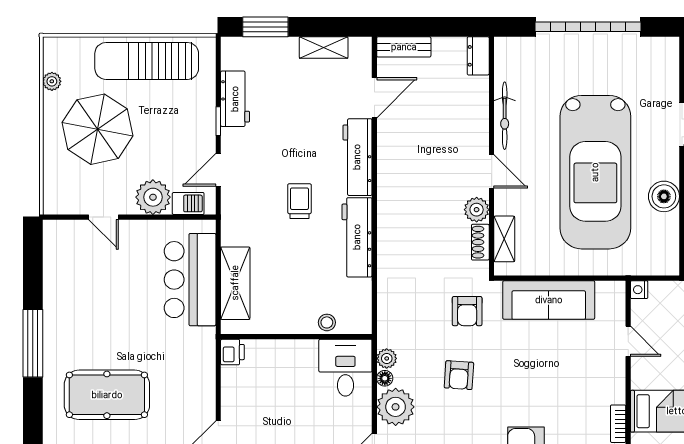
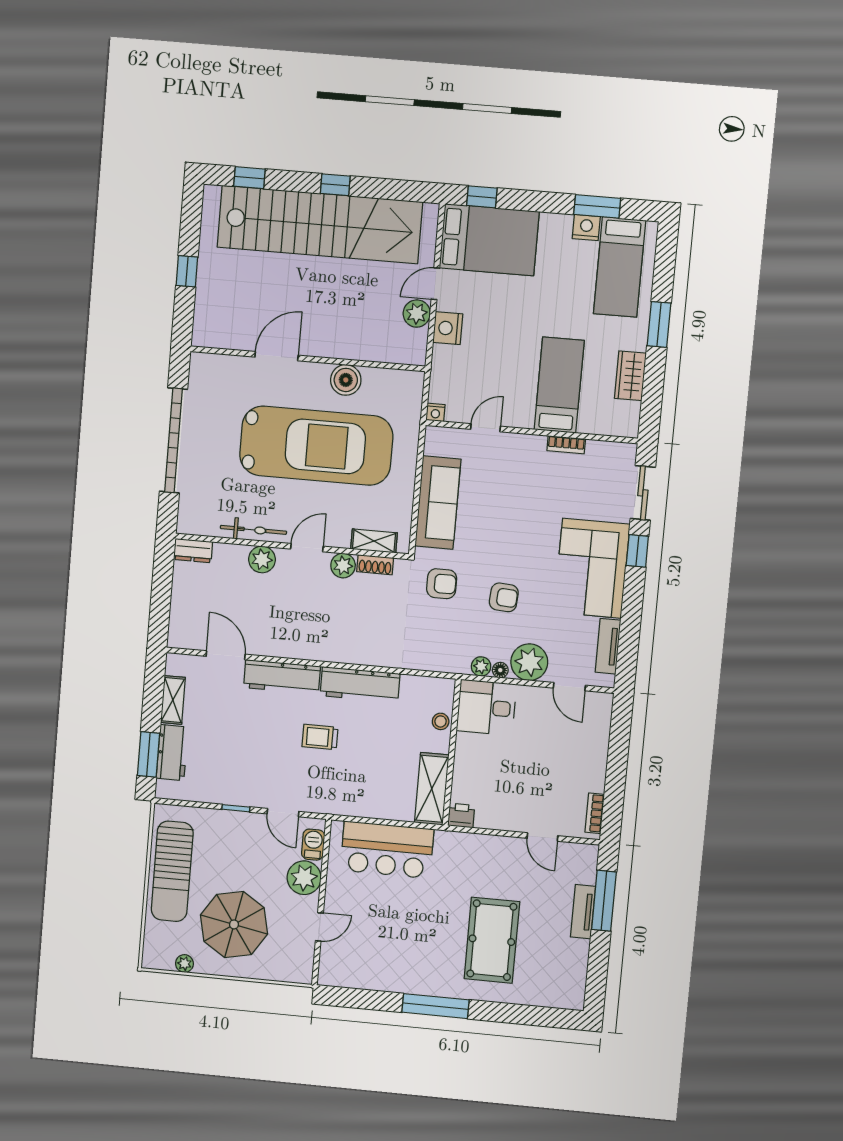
bench: (404, 47) -> (179, 622), removed
workbench: (235, 99) -> (172, 753), moved, turned 90
plant: (475, 127) -> (262, 559), added
shelving: (235, 283) -> (432, 789), moved, turned 90

